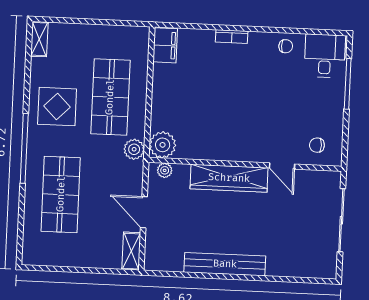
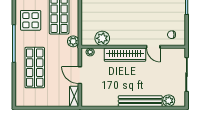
plant: (163, 145) -> (102, 38), moved
bench: (225, 264) -> (140, 101), moved
plant: (306, 267) -> (169, 101), added

